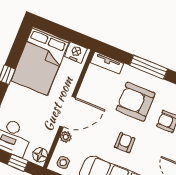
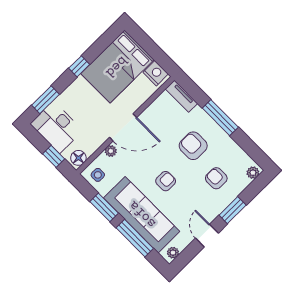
armchair: (136, 102) -> (193, 146), width x0.73, depth x0.73

